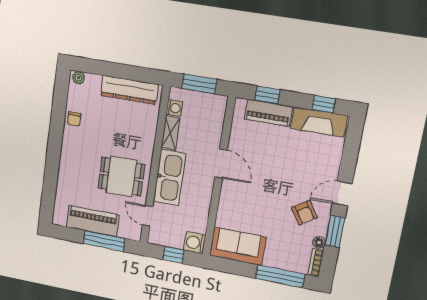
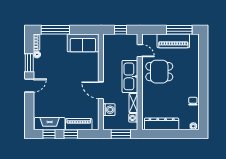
window: (267, 95) -> (71, 134), moved
armchair: (304, 213) -> (48, 70), removed
window: (104, 241) -> (179, 30), moved
washing machine: (195, 243) -> (109, 110), moved

